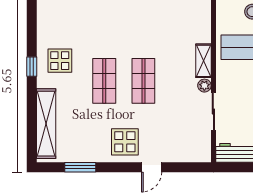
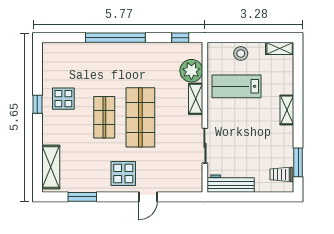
shop shelf: (143, 81) -> (140, 117), width x1.43, depth x1.36
plant: (204, 86) -> (191, 71), moved, width x1.88, depth x1.88
shelving: (46, 124) -> (51, 167), width x0.68

